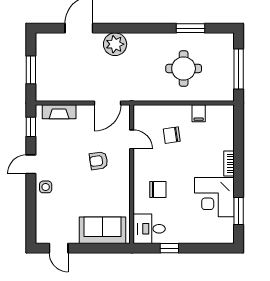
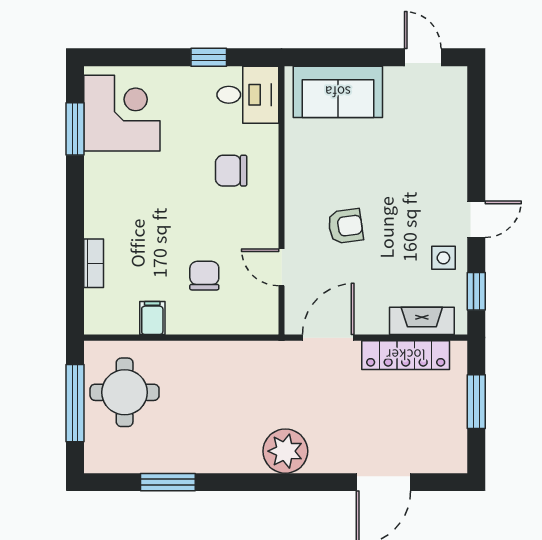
plant: (115, 44) -> (285, 451), moved
round table: (184, 69) -> (125, 392), moved
locker: (67, 94) -> (406, 355), added
chair: (172, 135) -> (204, 276), turned -82
bookcase: (229, 164) -> (94, 263), moved
side table: (46, 187) -> (443, 258), moved
corner desk: (214, 197) -> (122, 113), moved

